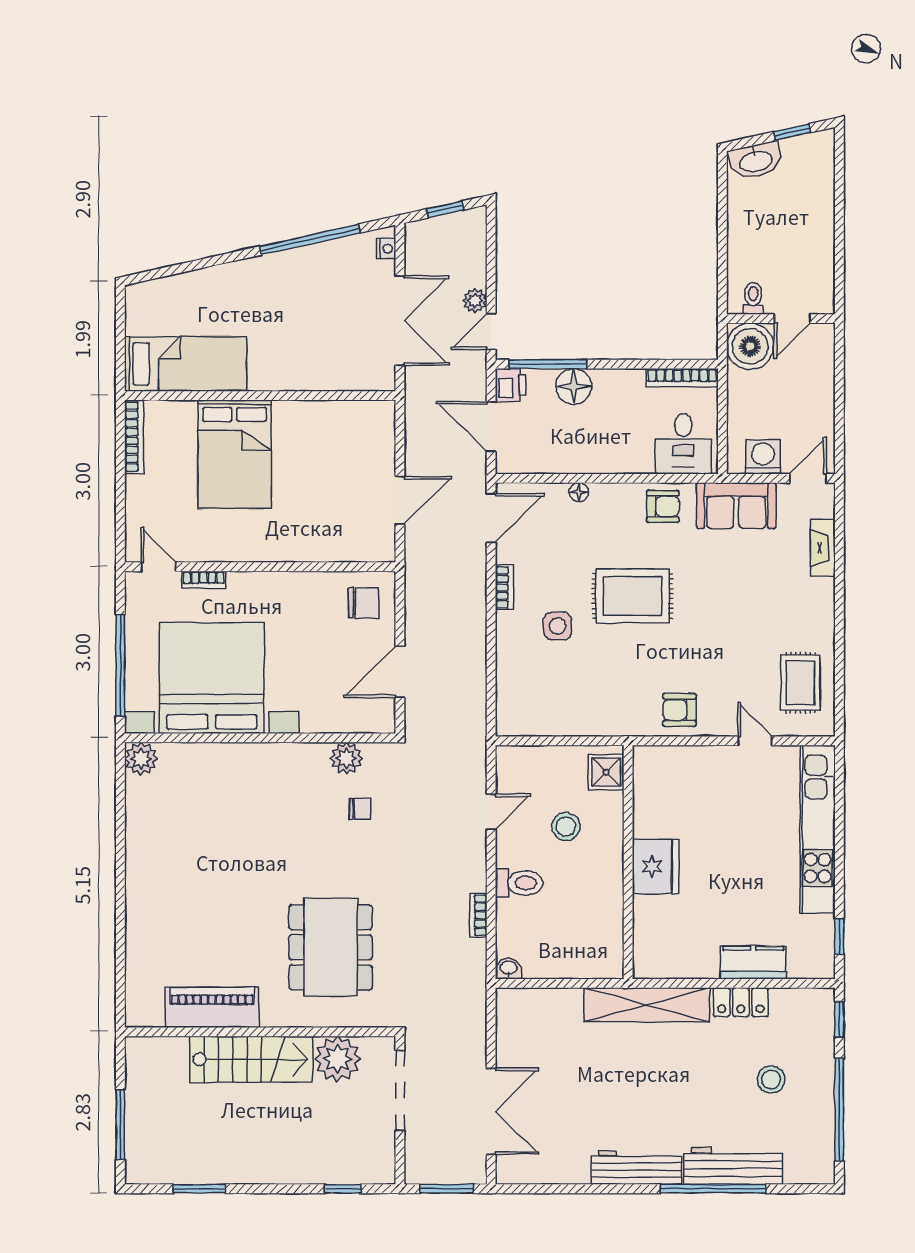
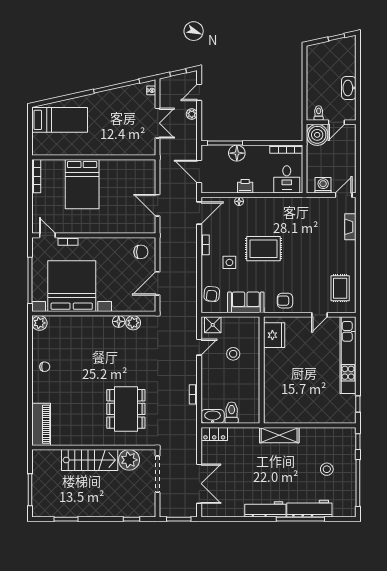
washbasin: (756, 161) -> (349, 88), moved, turned 103
double door: (400, 321) -> (158, 123), width x0.73
door: (491, 332) -> (199, 92), moved
bed: (185, 364) -> (60, 120), moved
printer: (511, 385) -> (245, 186), moved, turned -90
door: (400, 500) -> (158, 205), swing flipped
armchair: (663, 506) -> (212, 294), moved, turned 96
sofa: (736, 506) -> (246, 302), moved, turned 180
door: (755, 741) -> (319, 315), swing flipped
floor lamp: (315, 756) -> (119, 321), added
shower: (606, 772) -> (213, 325), moved
chair: (360, 809) -> (45, 367), moved
fridge: (656, 866) -> (274, 335), moved
toilet: (519, 883) -> (232, 413), moved, turned -90
kitchen counter: (753, 963) -> (319, 416), removed
washbasin: (509, 968) -> (213, 416), width x1.91, depth x1.45
locker: (741, 1002) -> (214, 434), moved
shelving: (647, 1005) -> (279, 435), width x0.68
piano: (212, 1007) -> (41, 424), moved, turned 90

